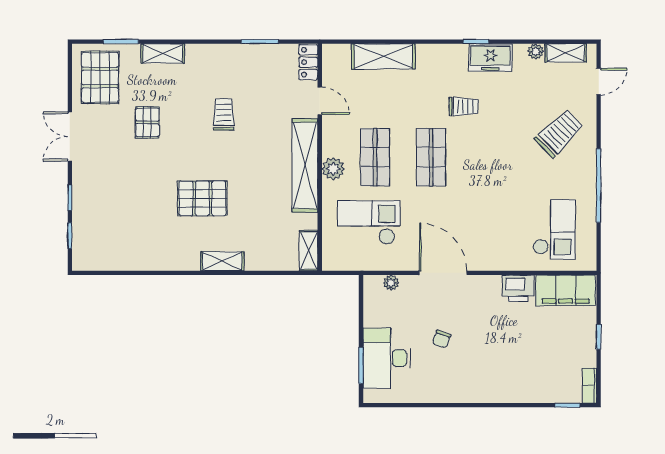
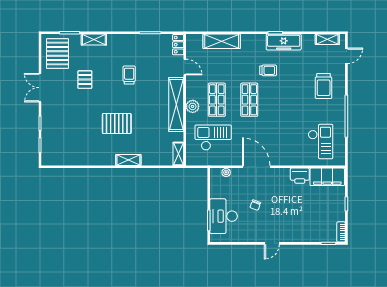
plant: (536, 51) -> (310, 38), removed
freezer: (490, 58) -> (284, 42), width x1.40
trolley: (559, 133) -> (324, 86), turned 134
door: (470, 405) -> (272, 243), added

